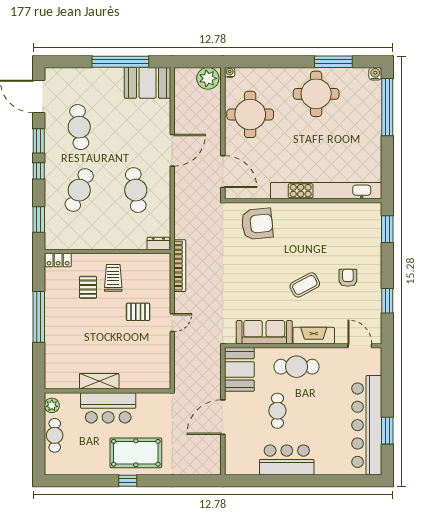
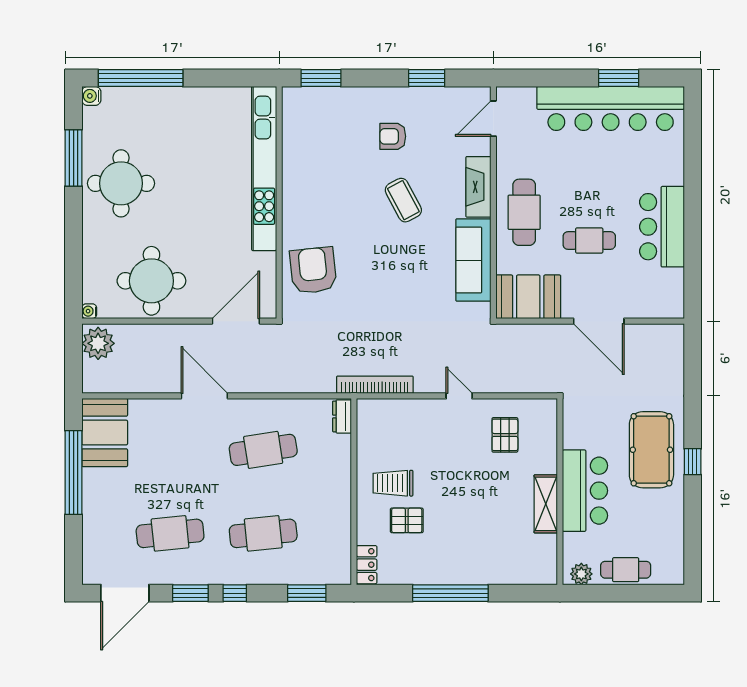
cafe table: (79, 190) -> (263, 533), turned -30
pallet: (138, 312) -> (505, 435), moved

